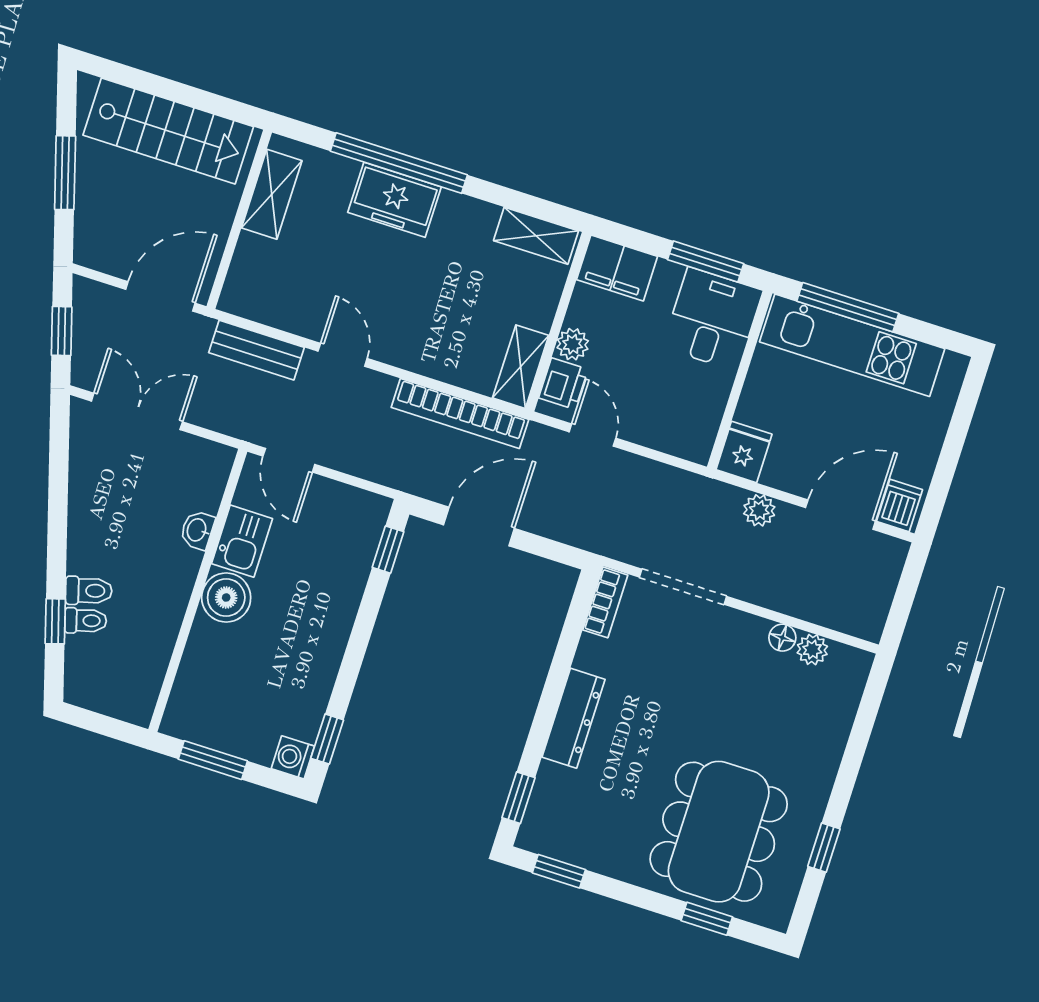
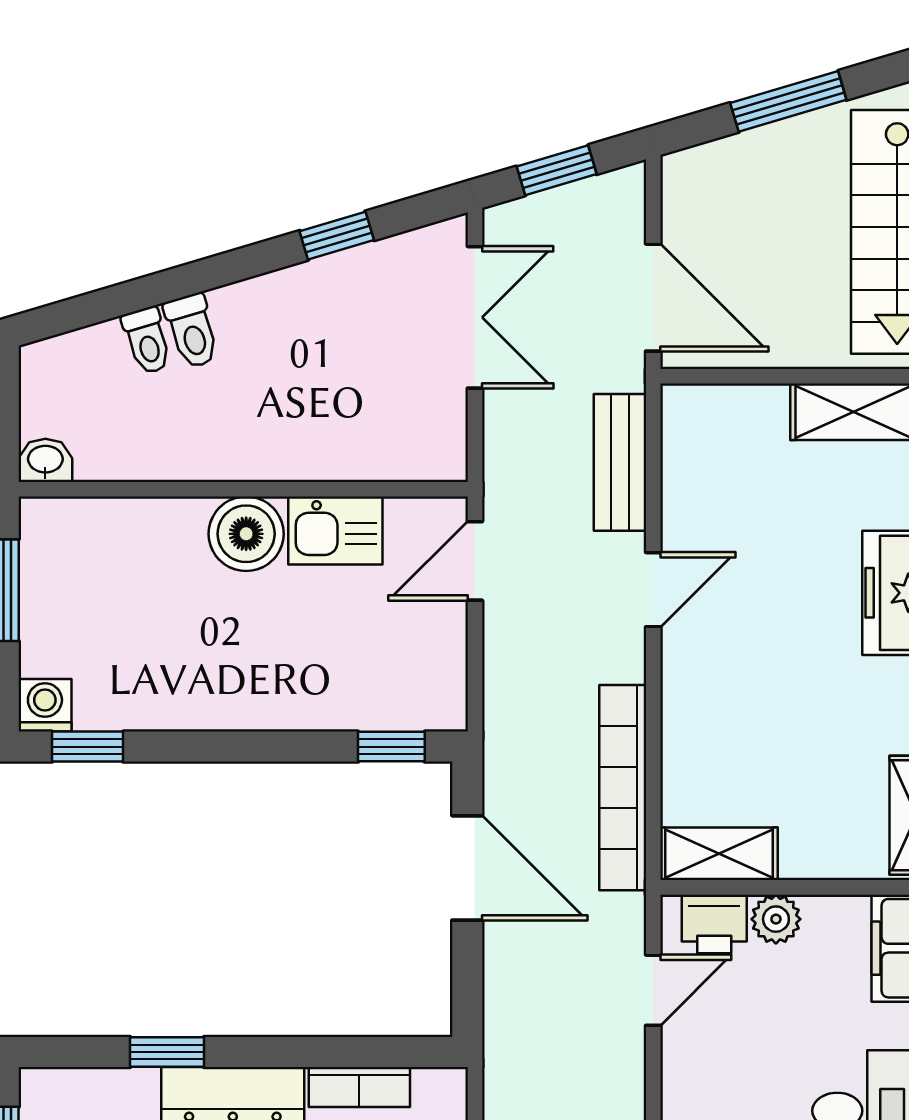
washbasin: (197, 530) -> (45, 460), moved
bookcase: (605, 602) -> (359, 1087), moved
window: (55, 621) -> (337, 236), moved
window: (519, 798) -> (167, 1052), moved

